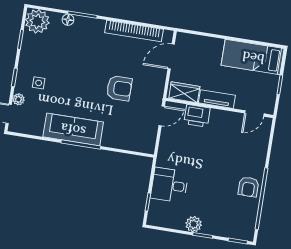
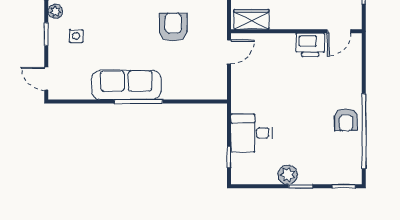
armchair: (119, 88) -> (173, 27), turned -90
plant: (18, 99) -> (55, 11), moved
tv unit: (217, 99) -> (292, 21), removed
printer: (197, 116) -> (310, 45), moved

